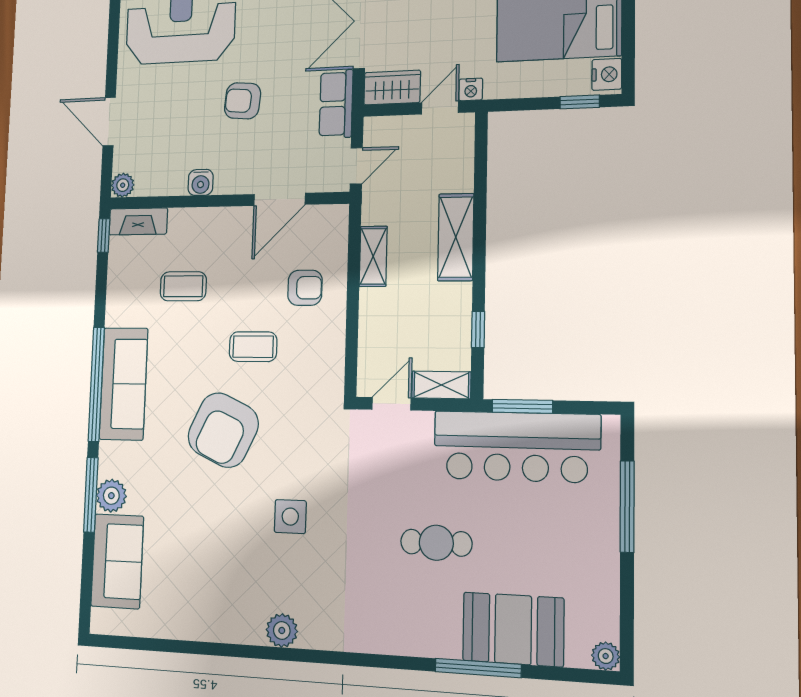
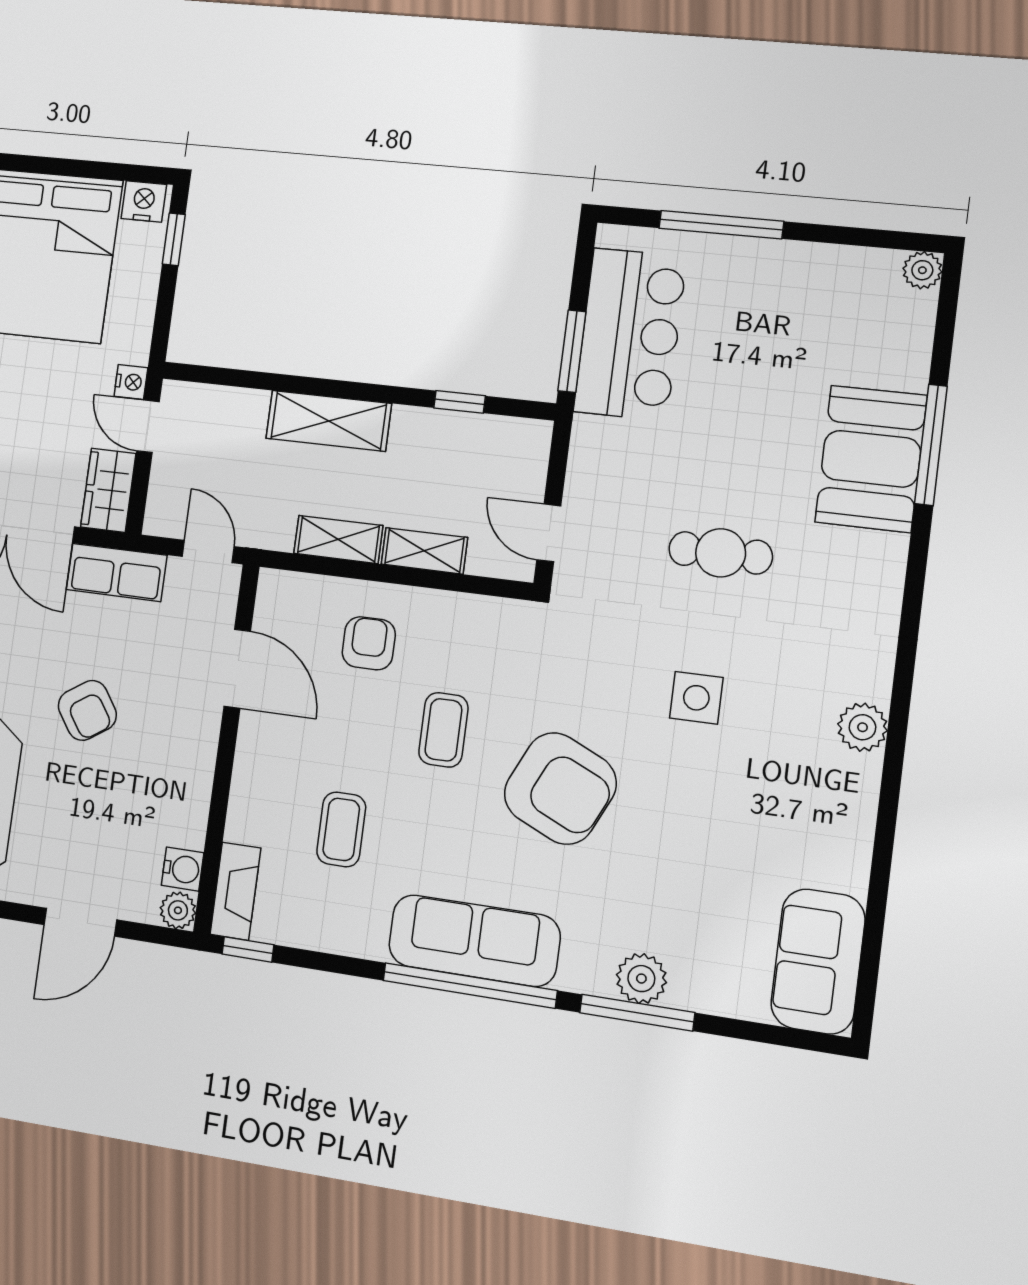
armchair: (242, 101) -> (87, 710), turned -39
water cooler: (201, 182) -> (183, 869), moved
shelving: (441, 385) -> (424, 551), moved, turned 90
bar counter: (516, 447) -> (630, 334), width x0.73
cafe table: (436, 543) -> (721, 553), moved, turned 90
sofa: (117, 561) -> (818, 961), moved, turned -90
booth: (513, 629) -> (871, 459), moved

